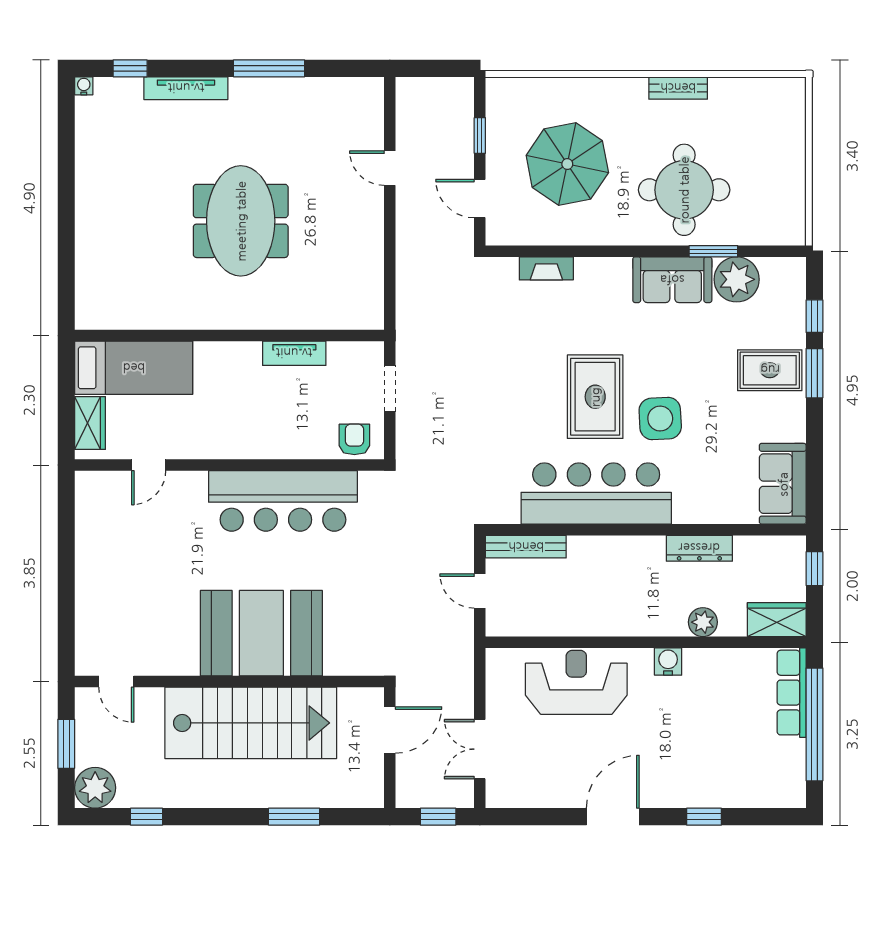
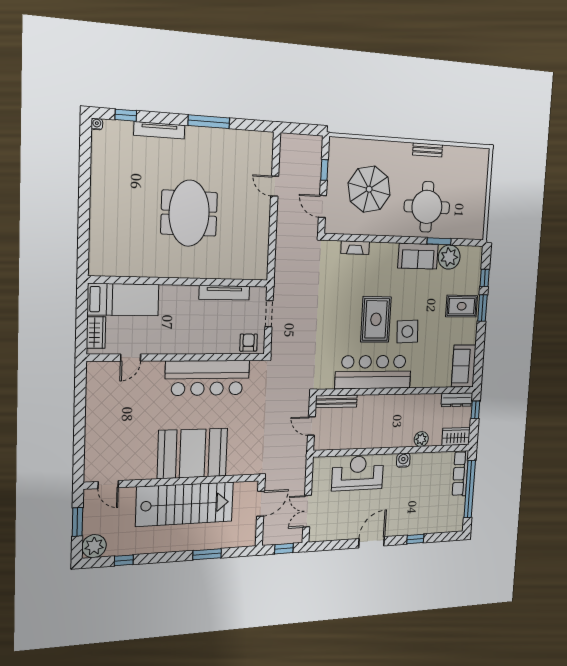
tv unit: (294, 353) -> (224, 293), width x1.41
dresser: (699, 548) -> (457, 400), moved

